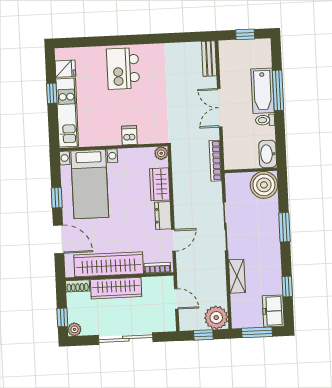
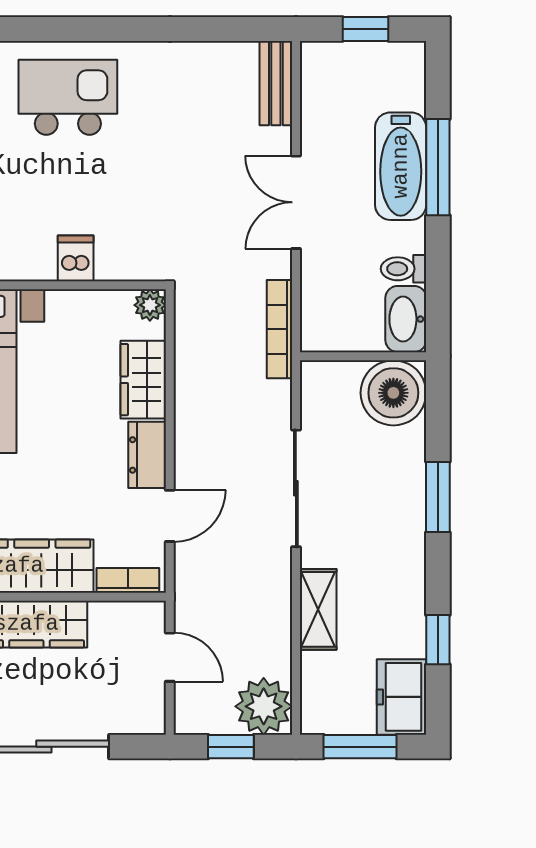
kitchen island: (123, 69) -> (68, 97), turned 90
toilet: (265, 120) -> (404, 269), moved

